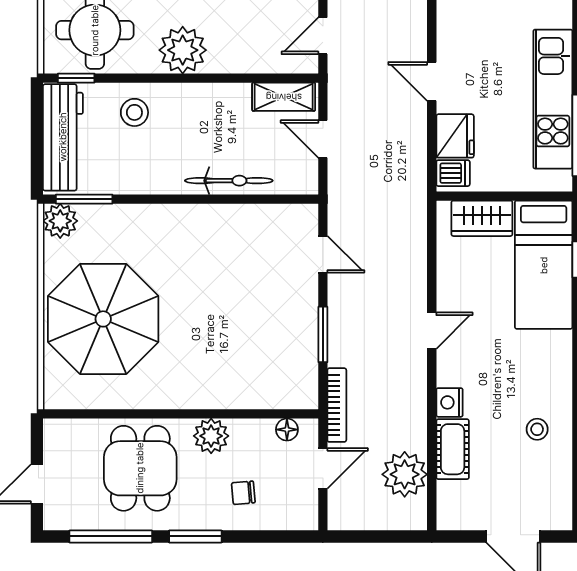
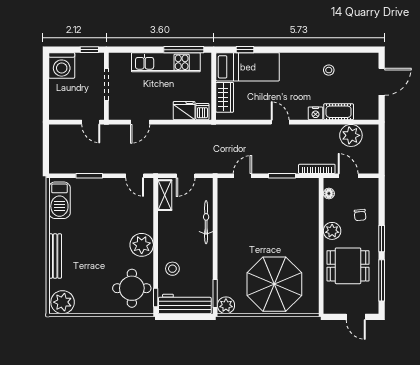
door: (432, 81) -> (140, 122), moved

